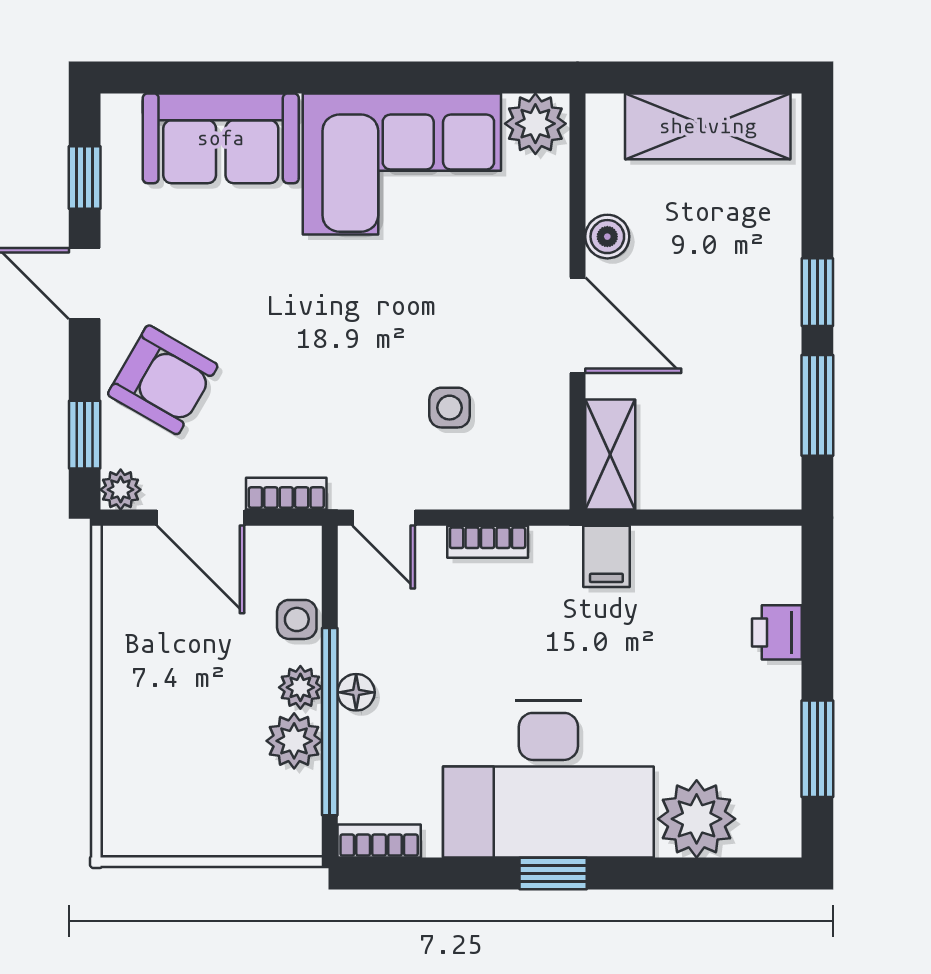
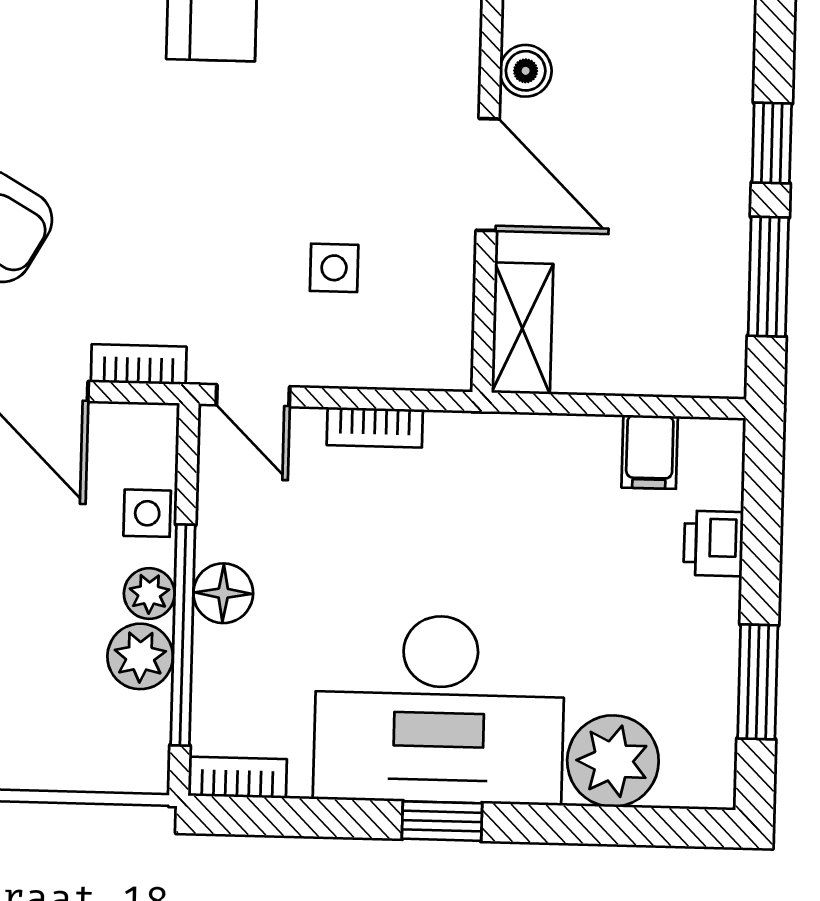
filing cabinet: (606, 556) -> (650, 452), moved
floor lamp: (356, 692) -> (223, 593), width x1.37, depth x1.37

